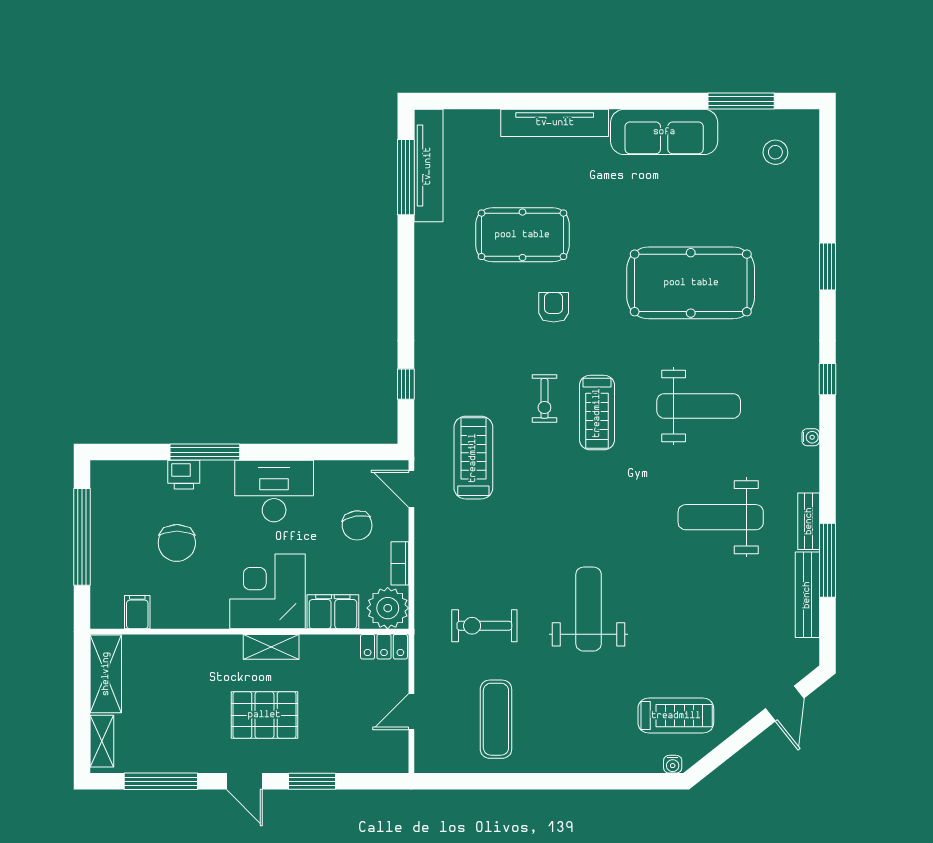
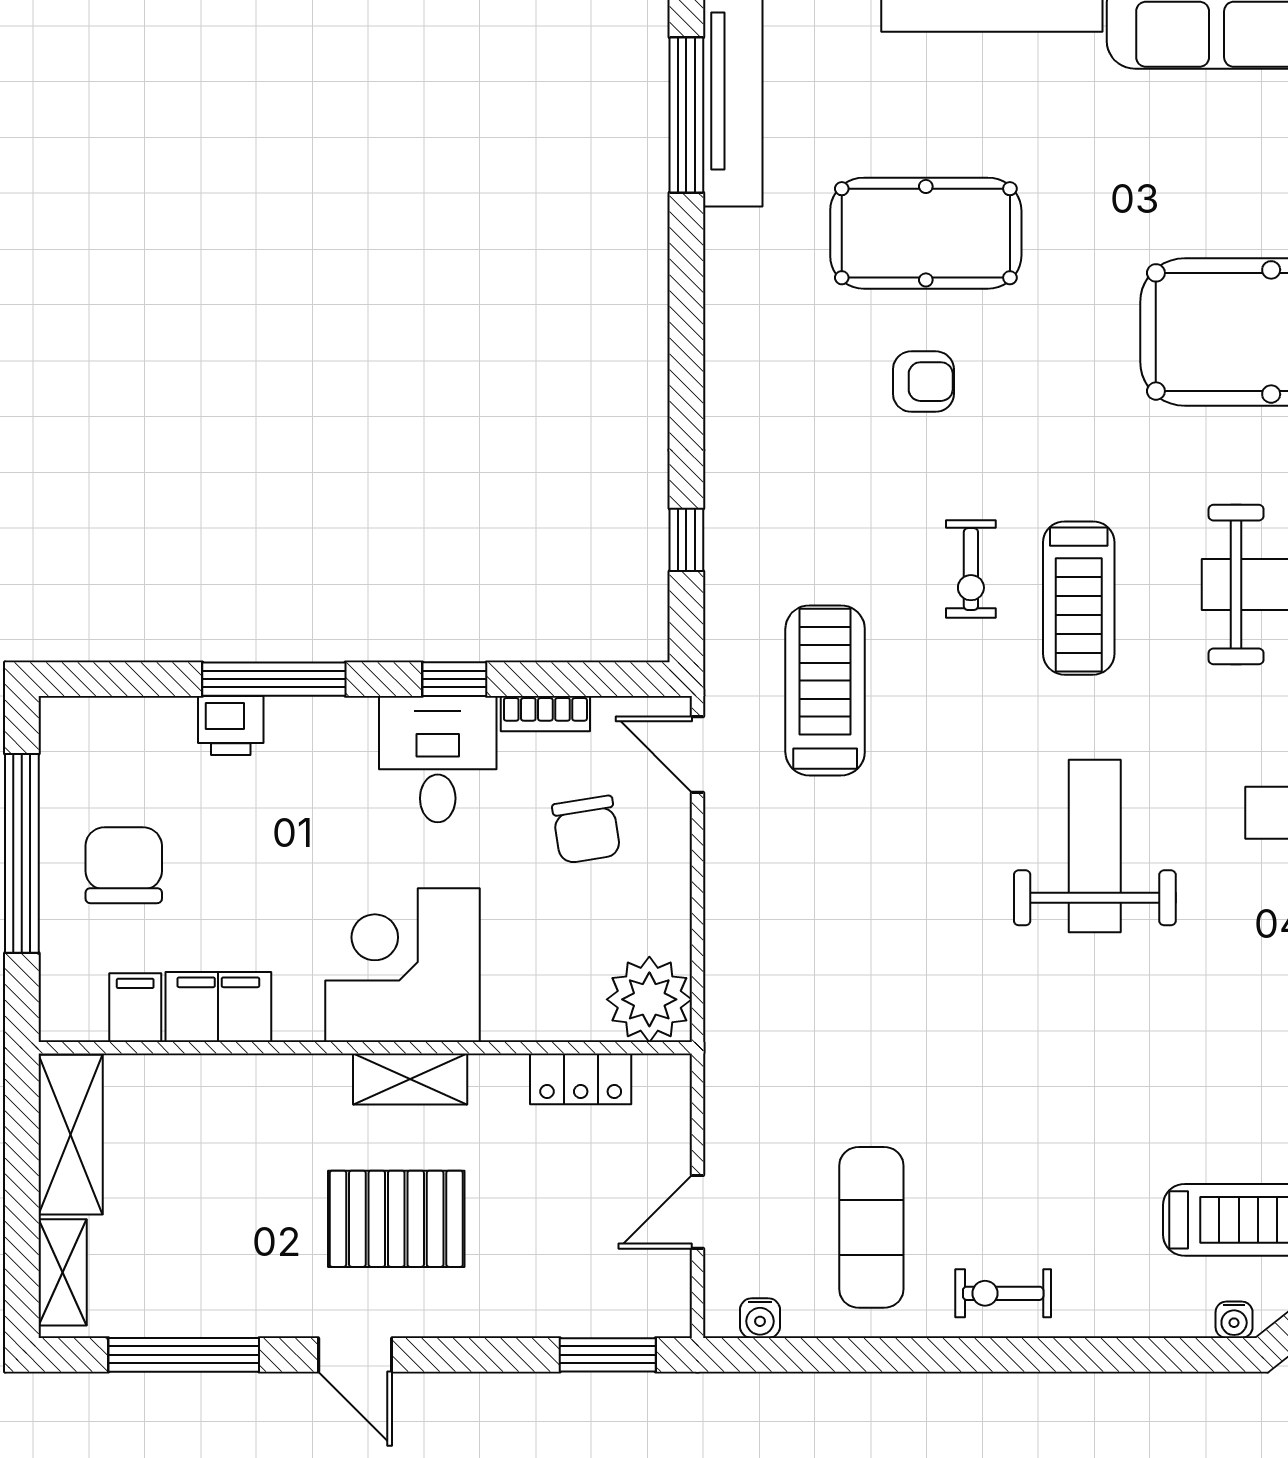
armchair: (554, 307) -> (923, 382), moved, turned 90
window: (293, 452) -> (454, 679), added
desk: (274, 491) -> (438, 759), width x0.73
chair: (177, 543) -> (124, 865), moved, turned 180
bookcase: (400, 563) -> (545, 714), moved, turned -90
weight bench: (589, 609) -> (1095, 846), moved
filing cabinet: (333, 612) -> (218, 1007), moved
exercise bike: (484, 626) -> (1003, 1293), moved, width x0.73, depth x0.72
locker: (384, 647) -> (581, 1079), moved
water cooler: (442, 763) -> (760, 1318), added
window: (312, 781) -> (608, 1355), moved

